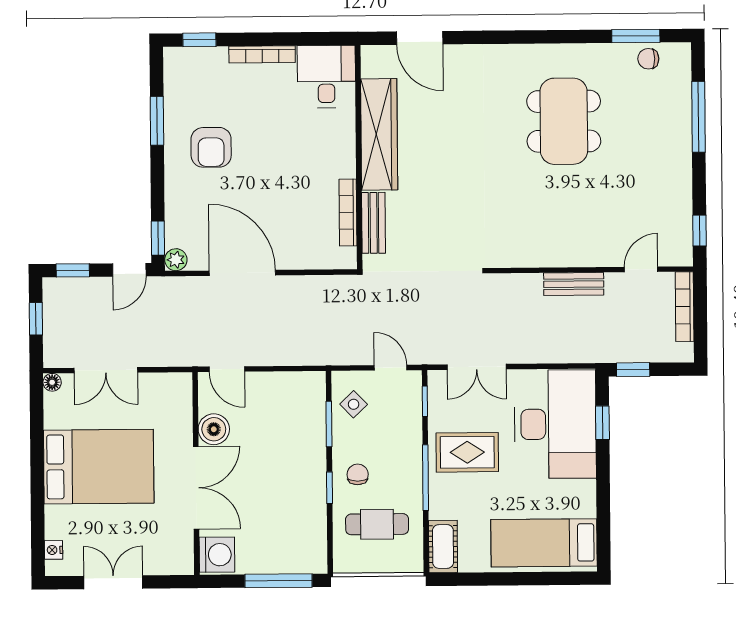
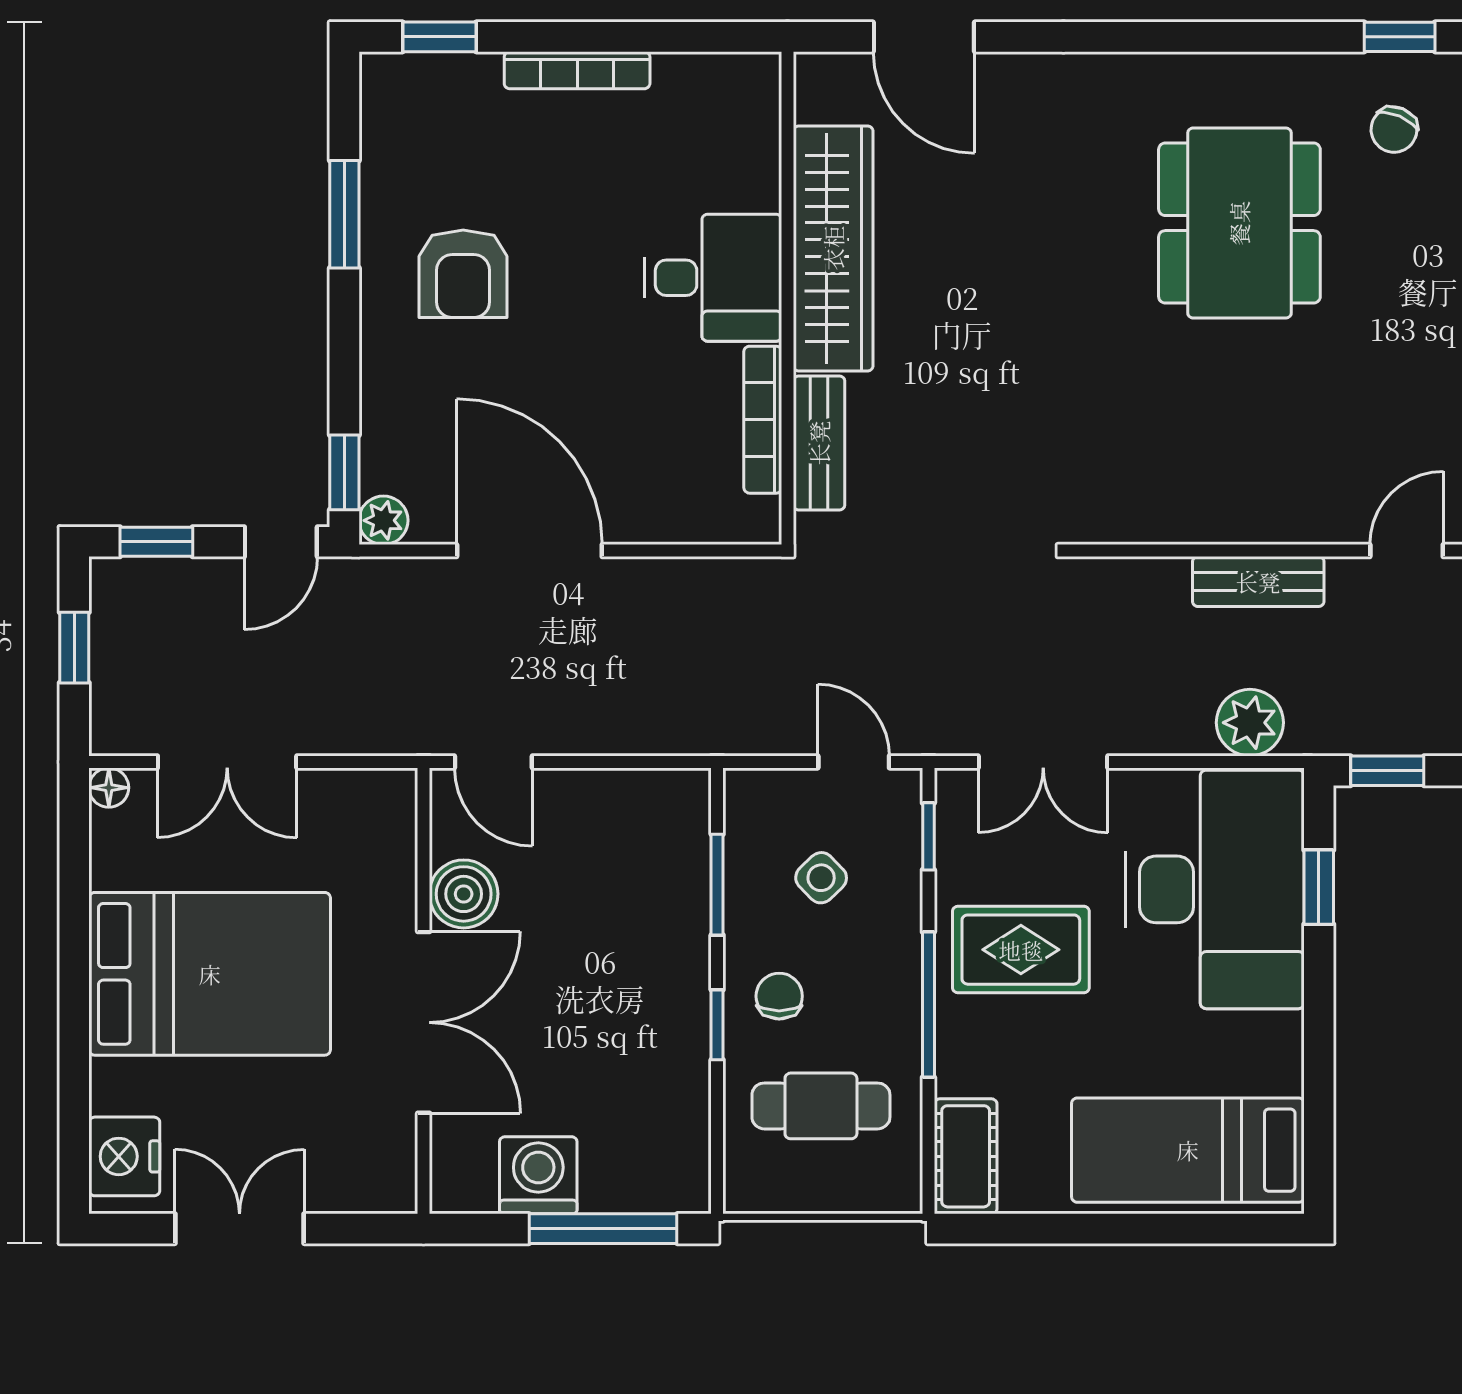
window: (636, 36) -> (1400, 37), width x0.67
chair: (648, 59) -> (1394, 130), moved, turned -67
desk: (326, 77) -> (713, 278), moved, turned 90
plant: (570, 348) -> (1250, 723), added
side table: (354, 404) -> (821, 878), moved
nightstand: (54, 550) -> (124, 1156), width x1.89, depth x1.79
washing machine: (217, 555) -> (538, 1175), moved, turned -90

